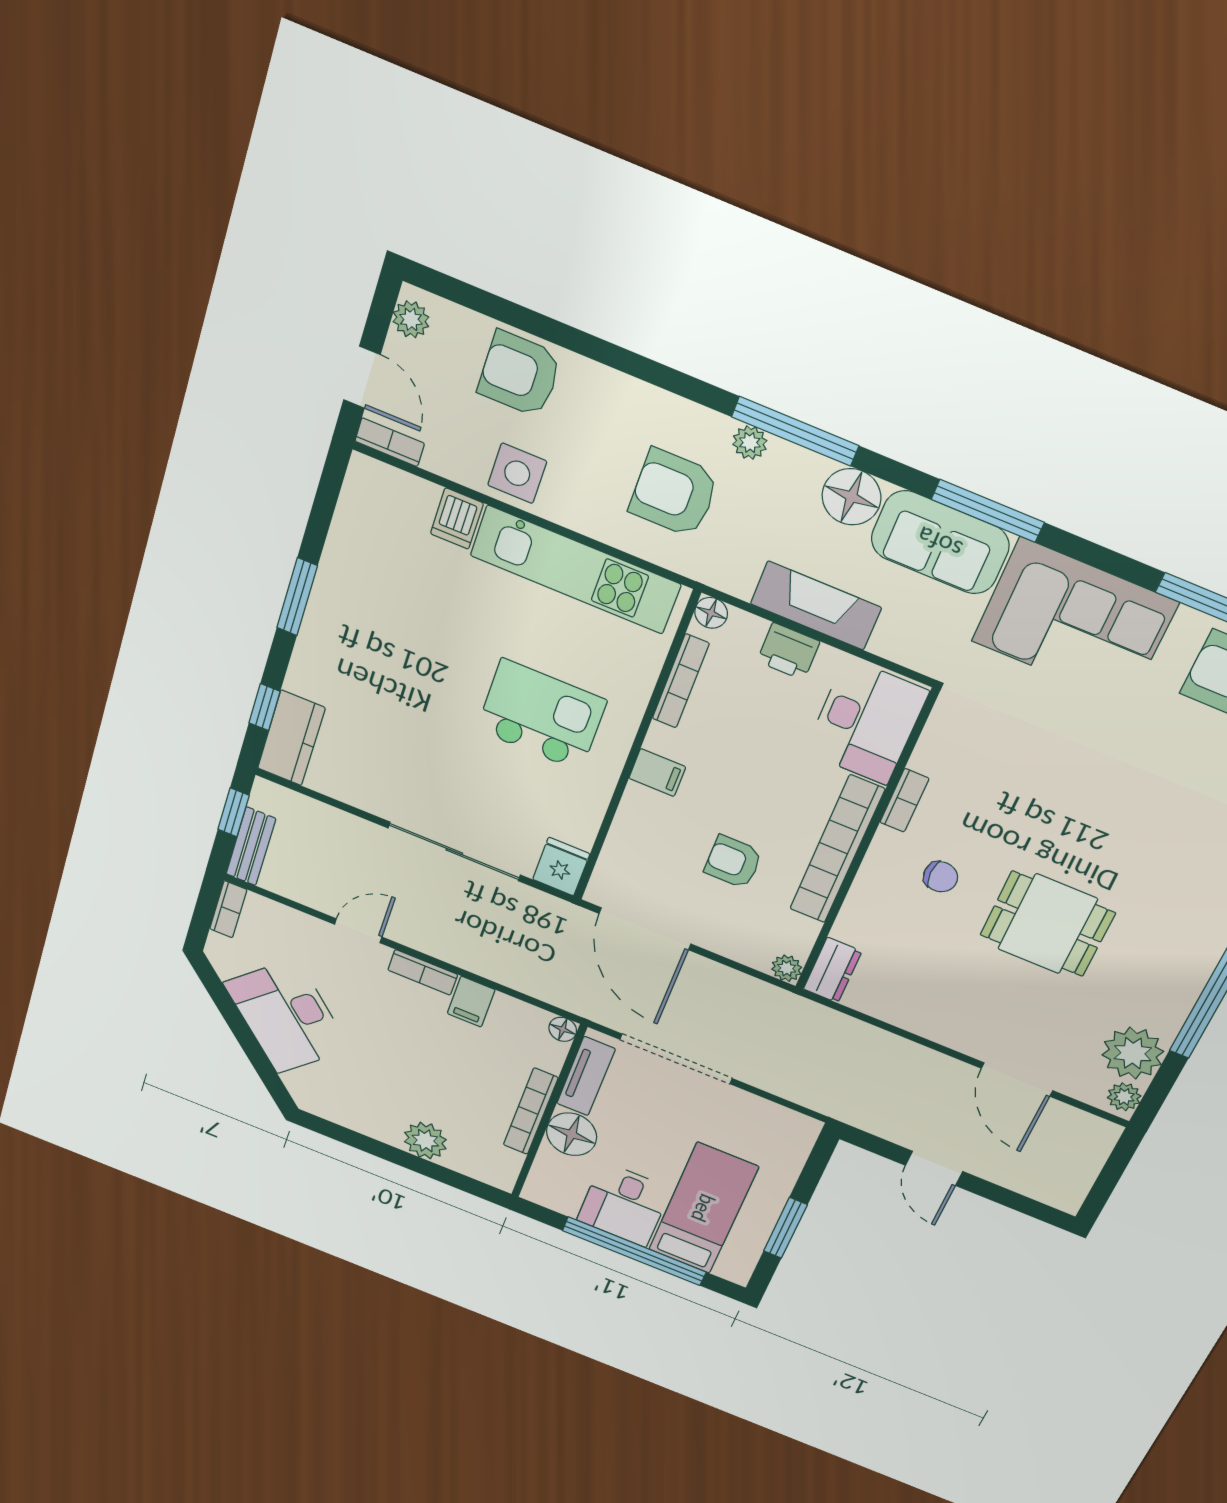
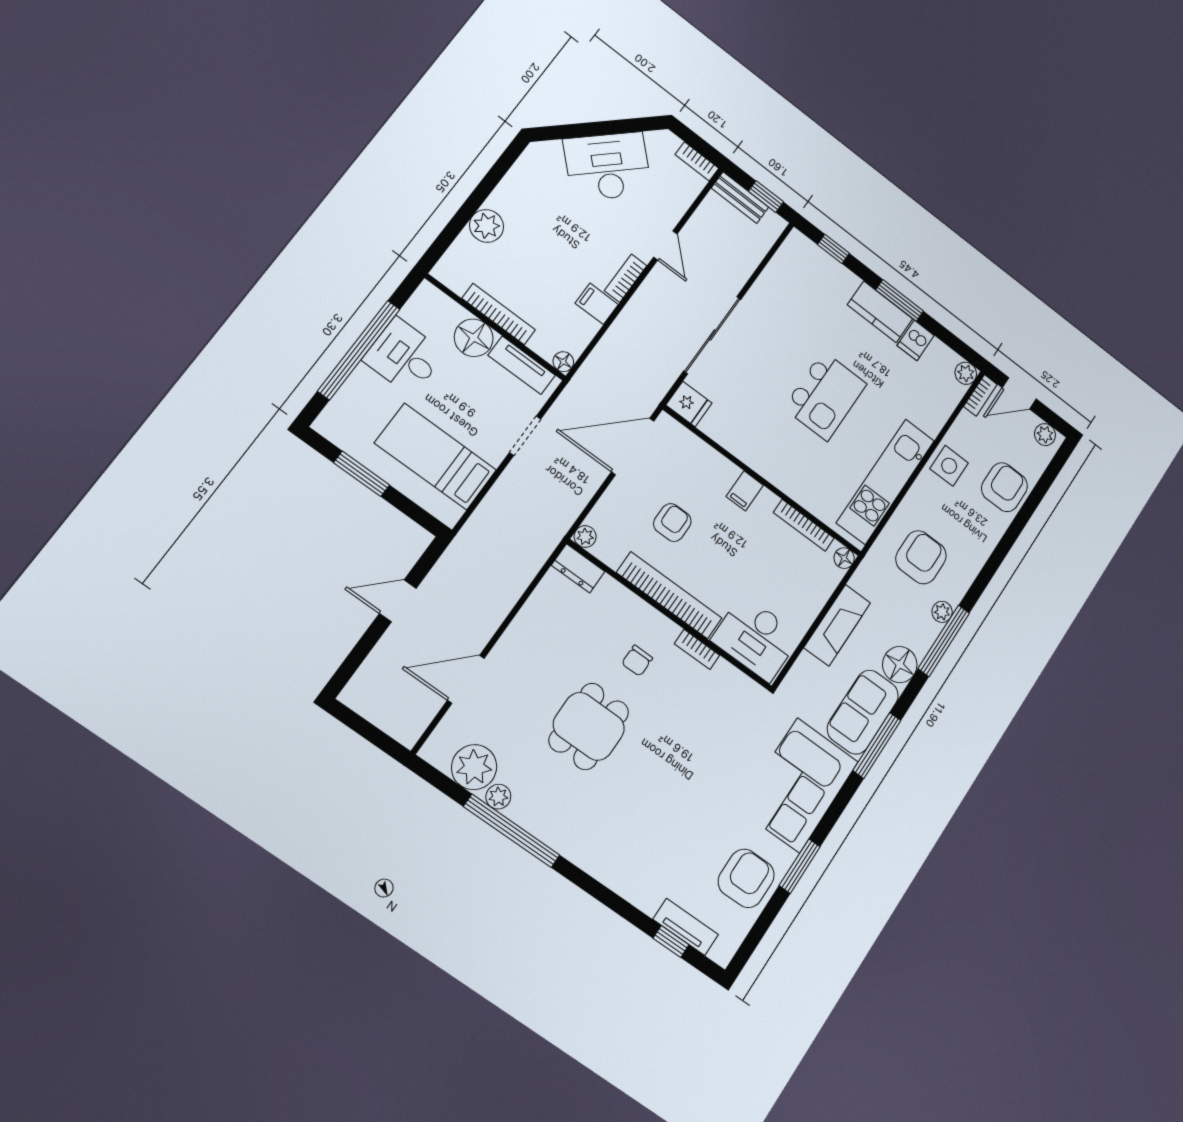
plant: (365, 473) -> (966, 373), added
dishwasher: (457, 519) -> (916, 340), moved, turned -90
printer: (788, 651) -> (811, 600), removed
kitchen island: (541, 715) -> (825, 396), moved
kitchen counter: (291, 738) -> (880, 312), moved
doorway: (676, 1059) -> (525, 436), width x0.53
plant: (1124, 1097) -> (498, 797), moved
bed: (703, 1208) -> (436, 457), moved, turned 180

